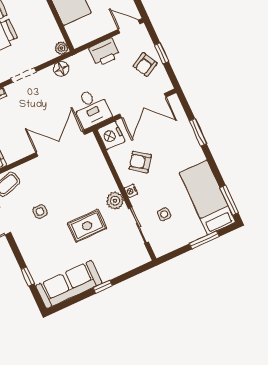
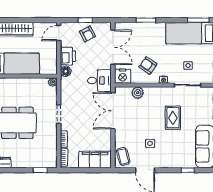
floor lamp: (61, 69) -> (66, 71), moved
armchair: (140, 162) -> (148, 65), turned 89
plant: (115, 201) -> (138, 93), moved

